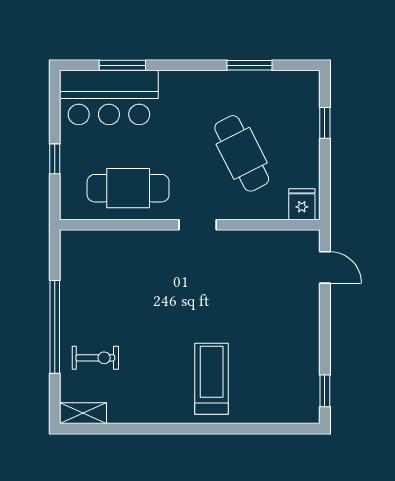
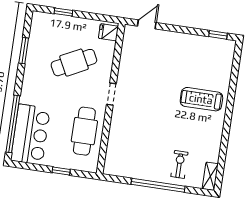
window: (122, 65) -> (13, 124), width x2.11

